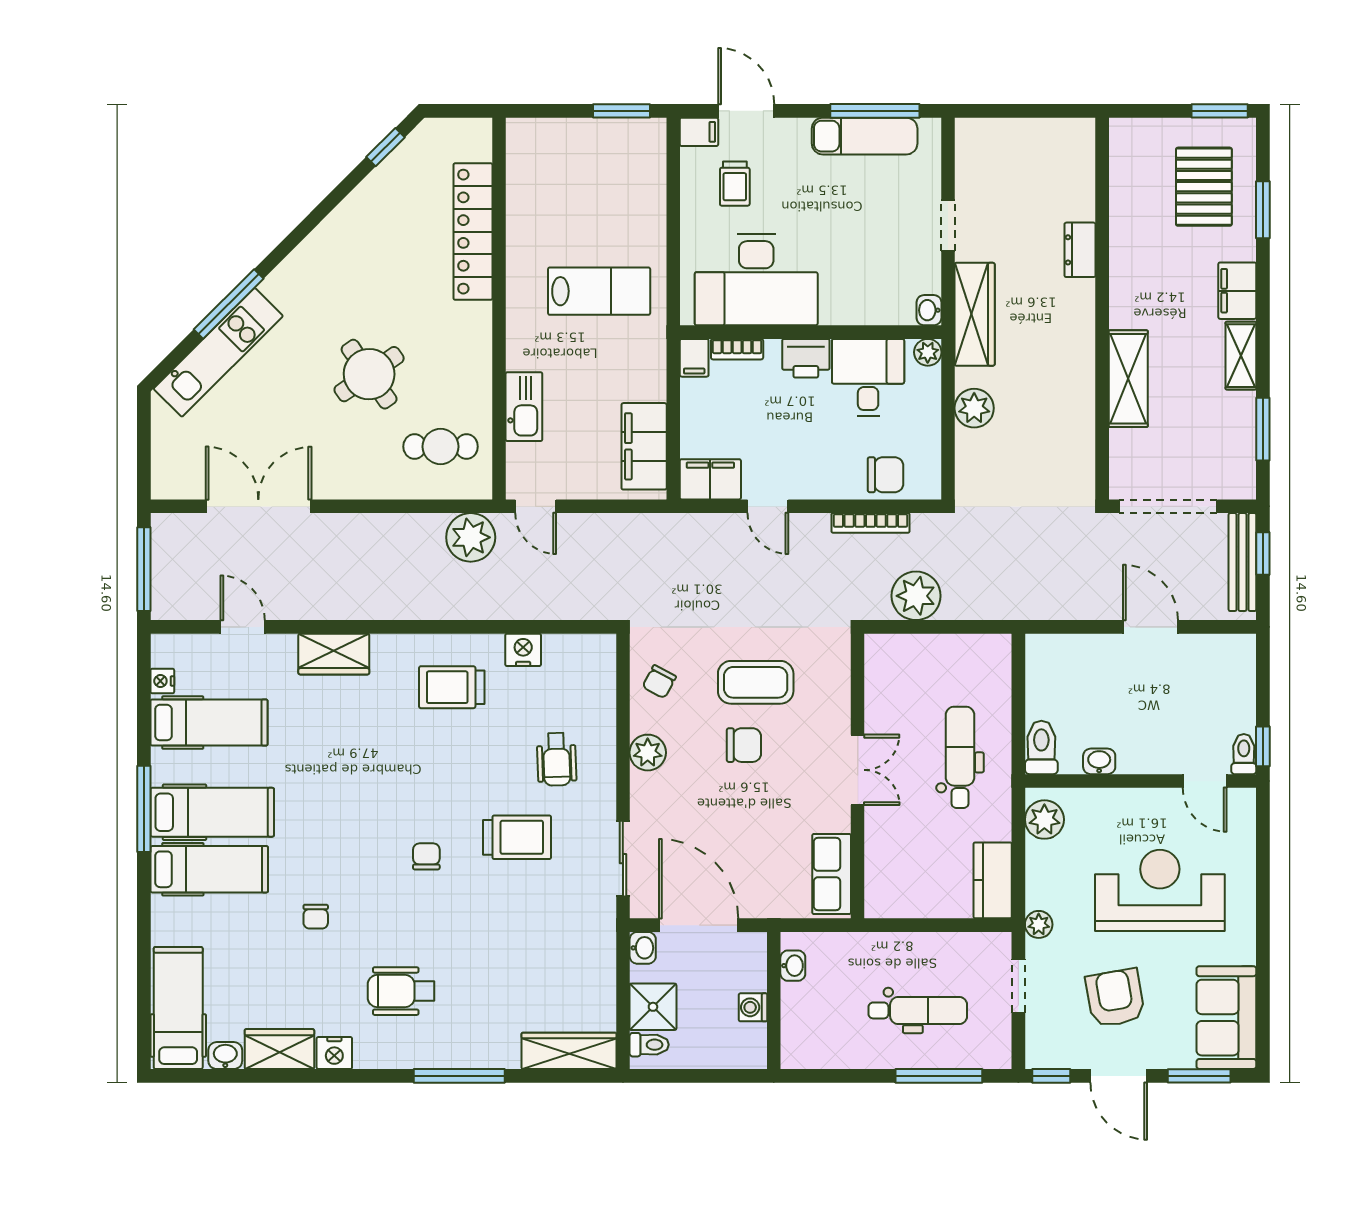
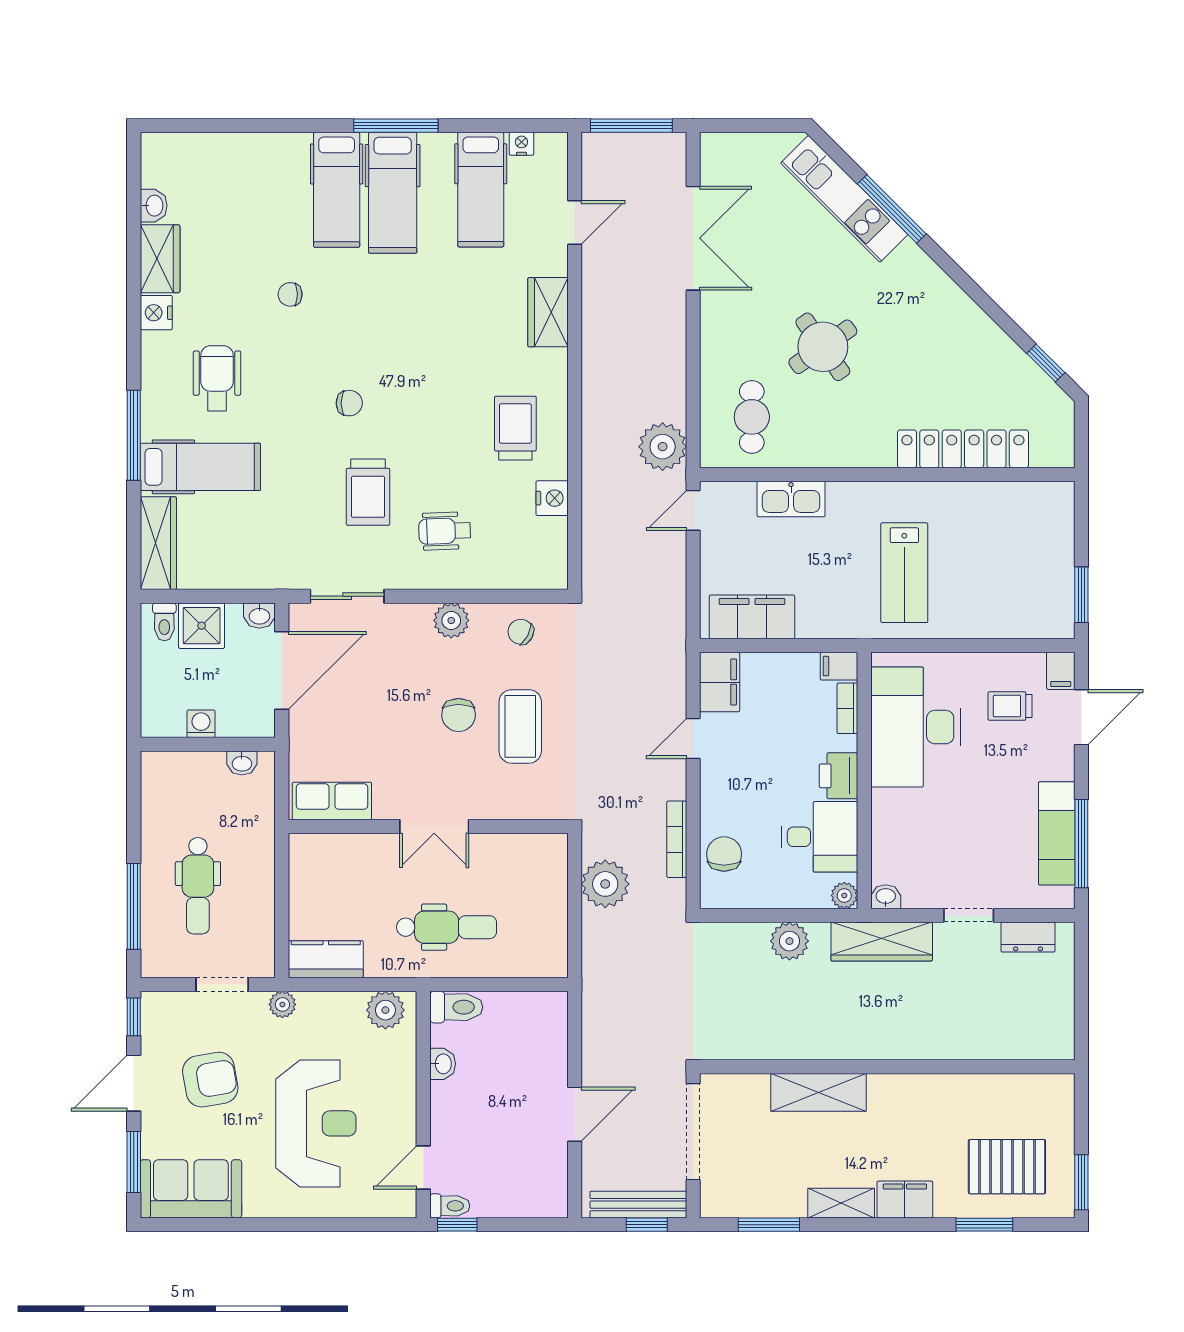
dresser: (1080, 250) -> (1028, 937), moved, turned 180
chair: (886, 475) -> (724, 854), turned 180
hospital bed: (178, 1008) -> (200, 467), moved

